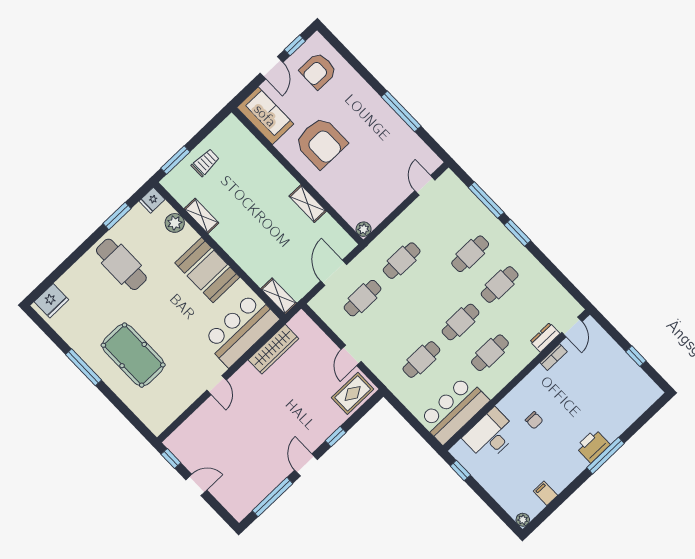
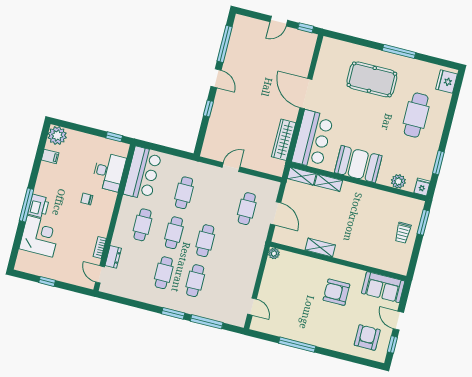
armchair: (321, 143) -> (336, 292), width x0.73, depth x0.73
shelving: (201, 216) -> (328, 183), moved
cafe table: (402, 261) -> (205, 241), moved
cafe table: (121, 264) -> (416, 115), moved, turned 90
door: (351, 355) -> (231, 167), hinge flipped
door: (217, 385) -> (306, 94), width x1.88
rug: (353, 393) -> (215, 143), removed
corner desk: (612, 411) -> (40, 236), added
plant: (523, 520) -> (57, 136), width x1.88, depth x1.88

